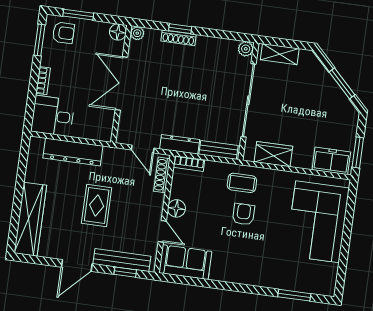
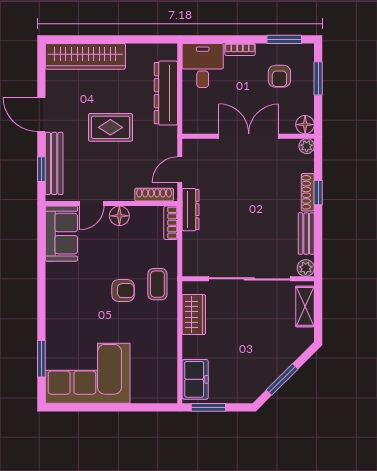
armchair: (63, 33) -> (279, 76), moved
bench: (219, 150) -> (306, 234), moved
corner sofa: (317, 222) -> (88, 373), moved

